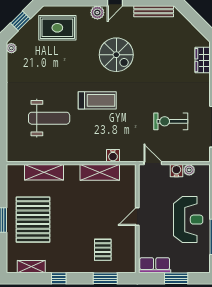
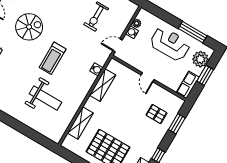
treadmill: (97, 100) -> (53, 58), turned 180
weight bench: (49, 118) -> (45, 98), turned 90
plant: (191, 263) -> (200, 59), added

